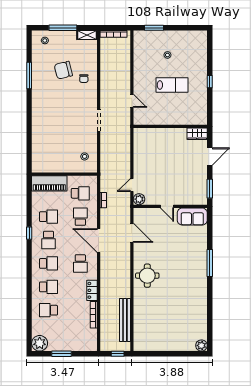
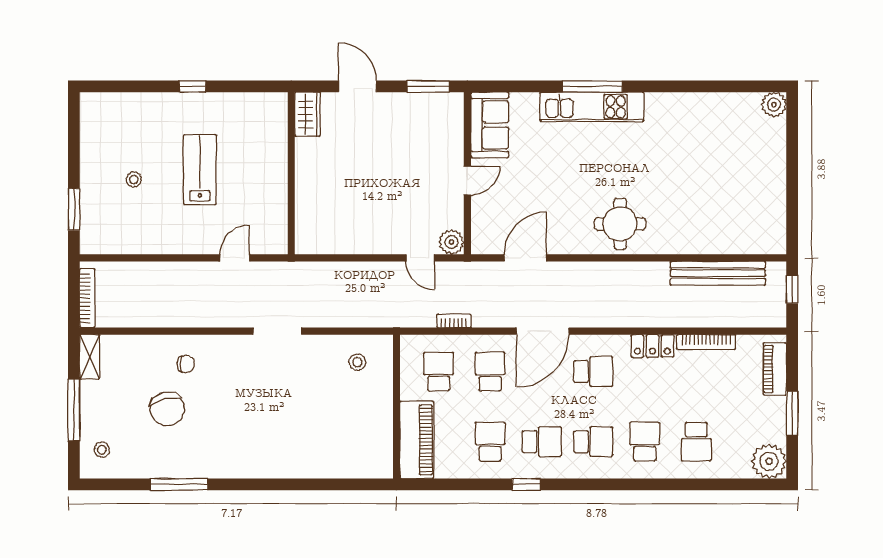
school desk: (80, 217) -> (490, 372), turned 90
school desk: (49, 263) -> (593, 442), turned 90
kitchen unit: (200, 263) -> (592, 107), added
piano: (81, 346) -> (775, 369), added

